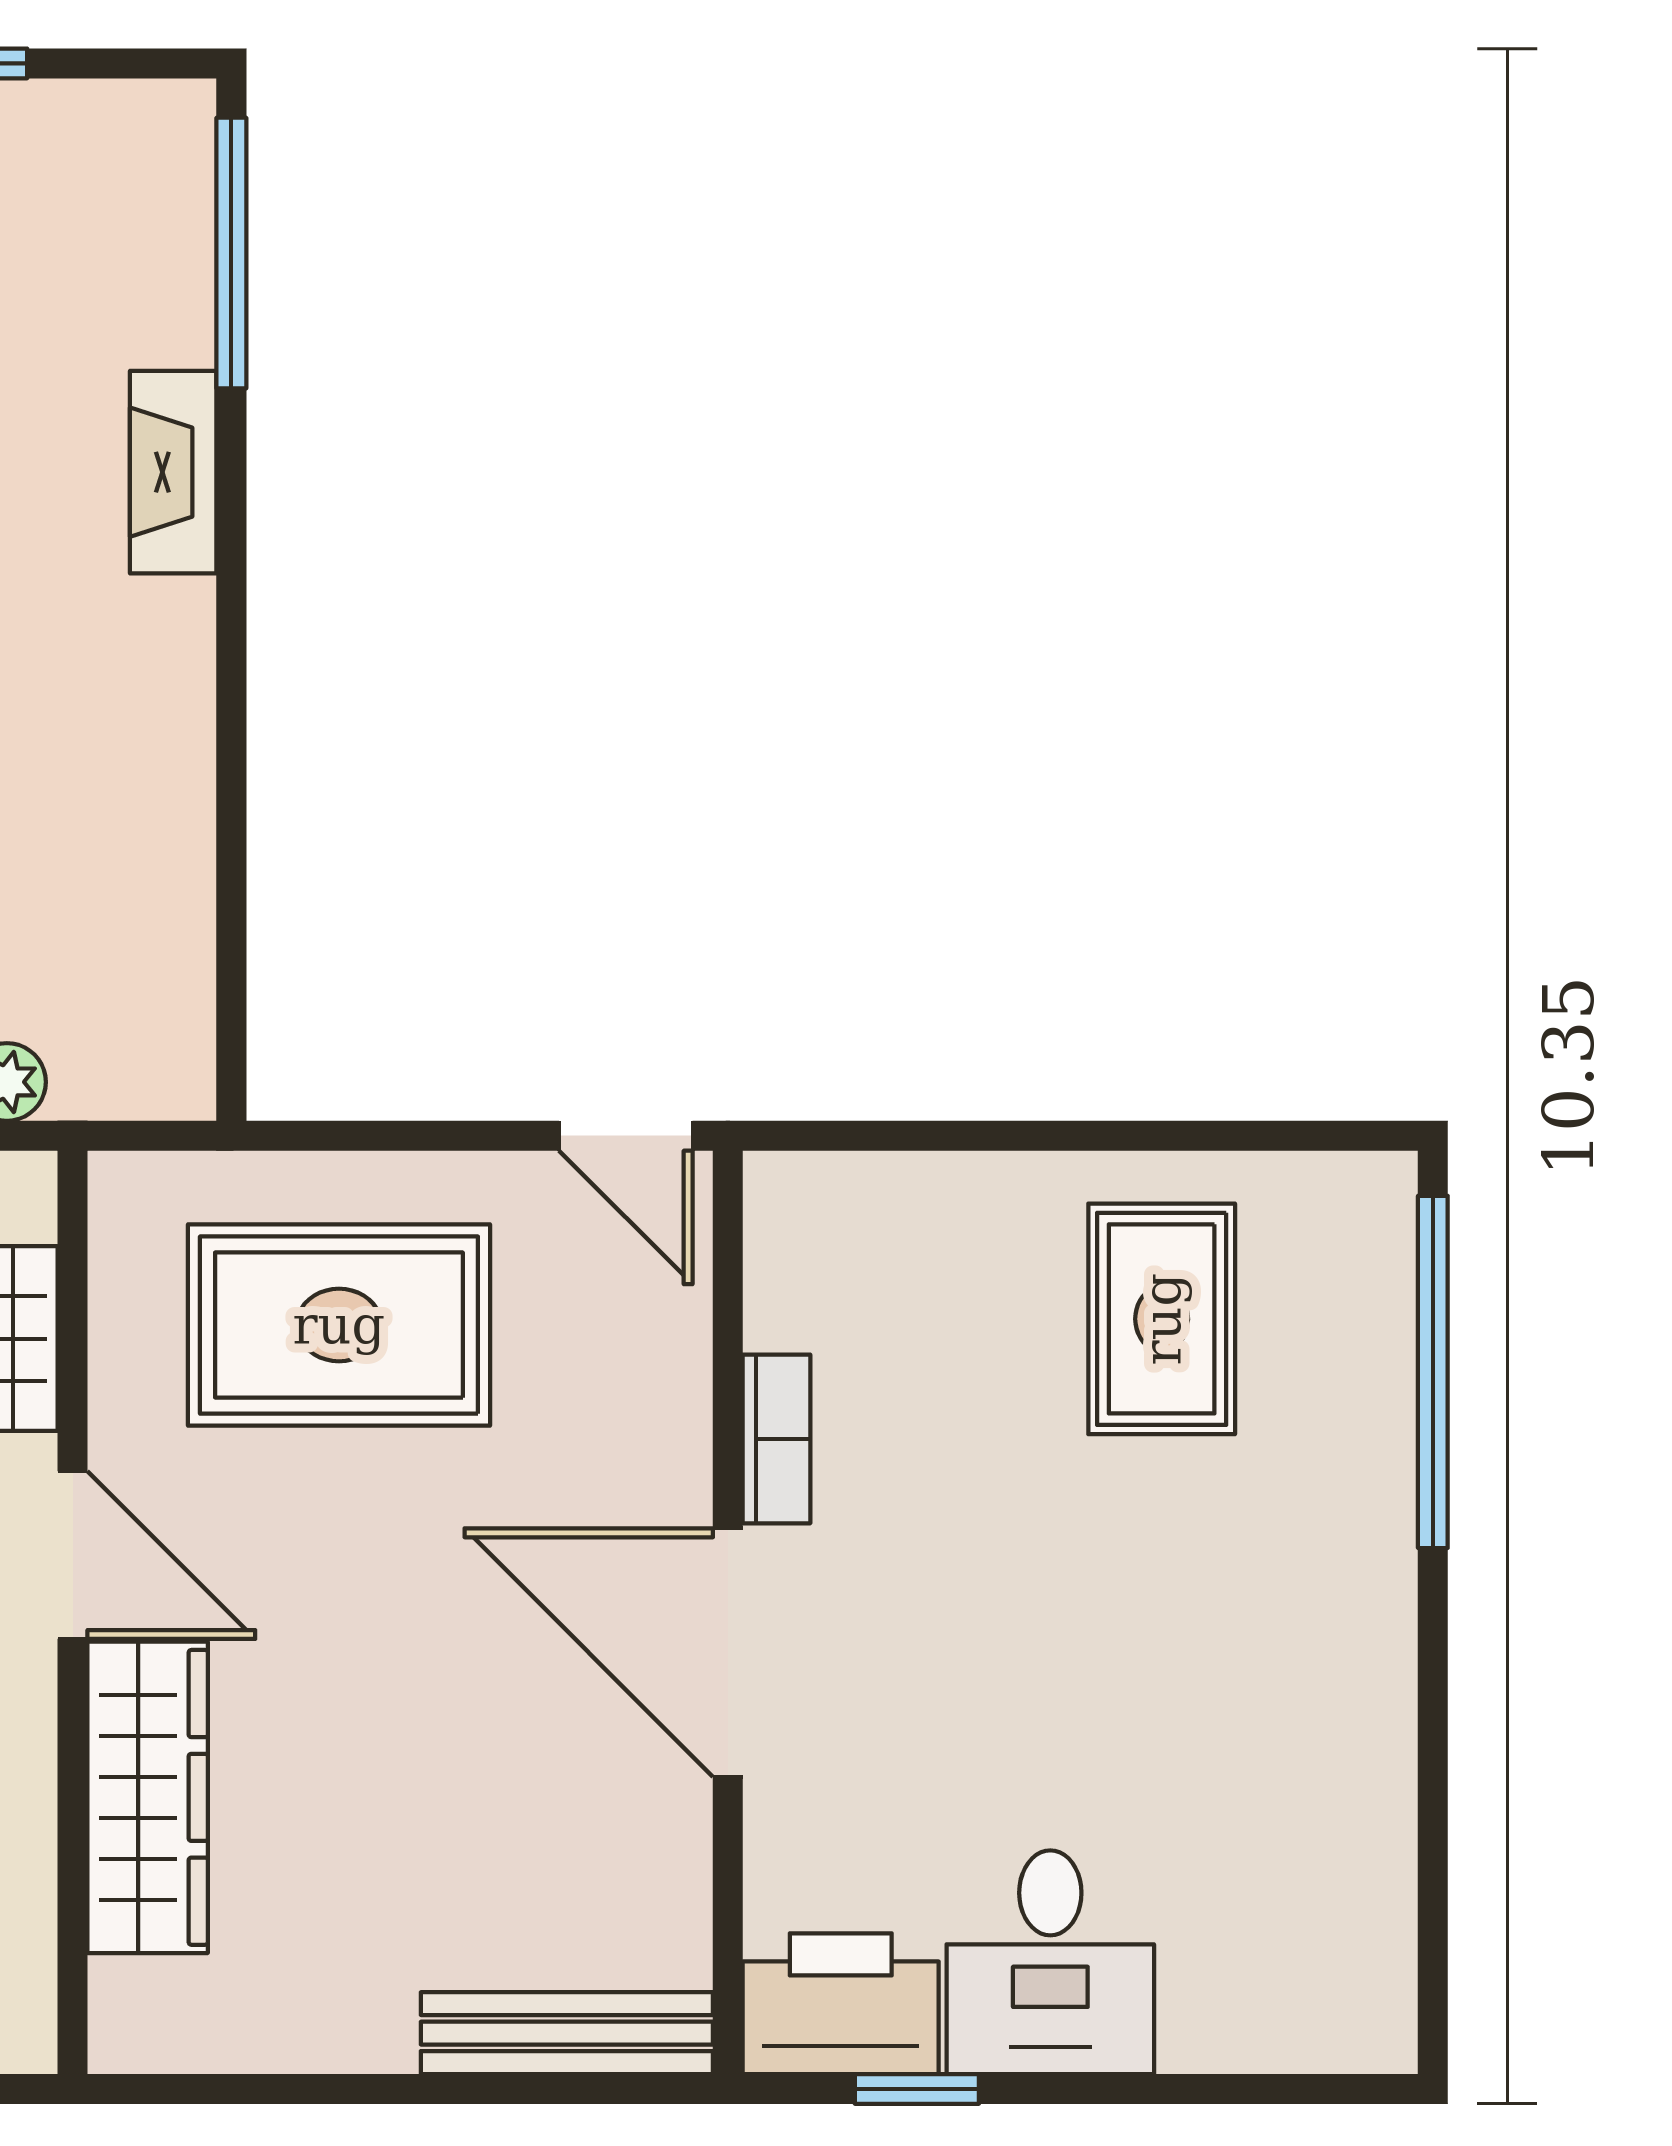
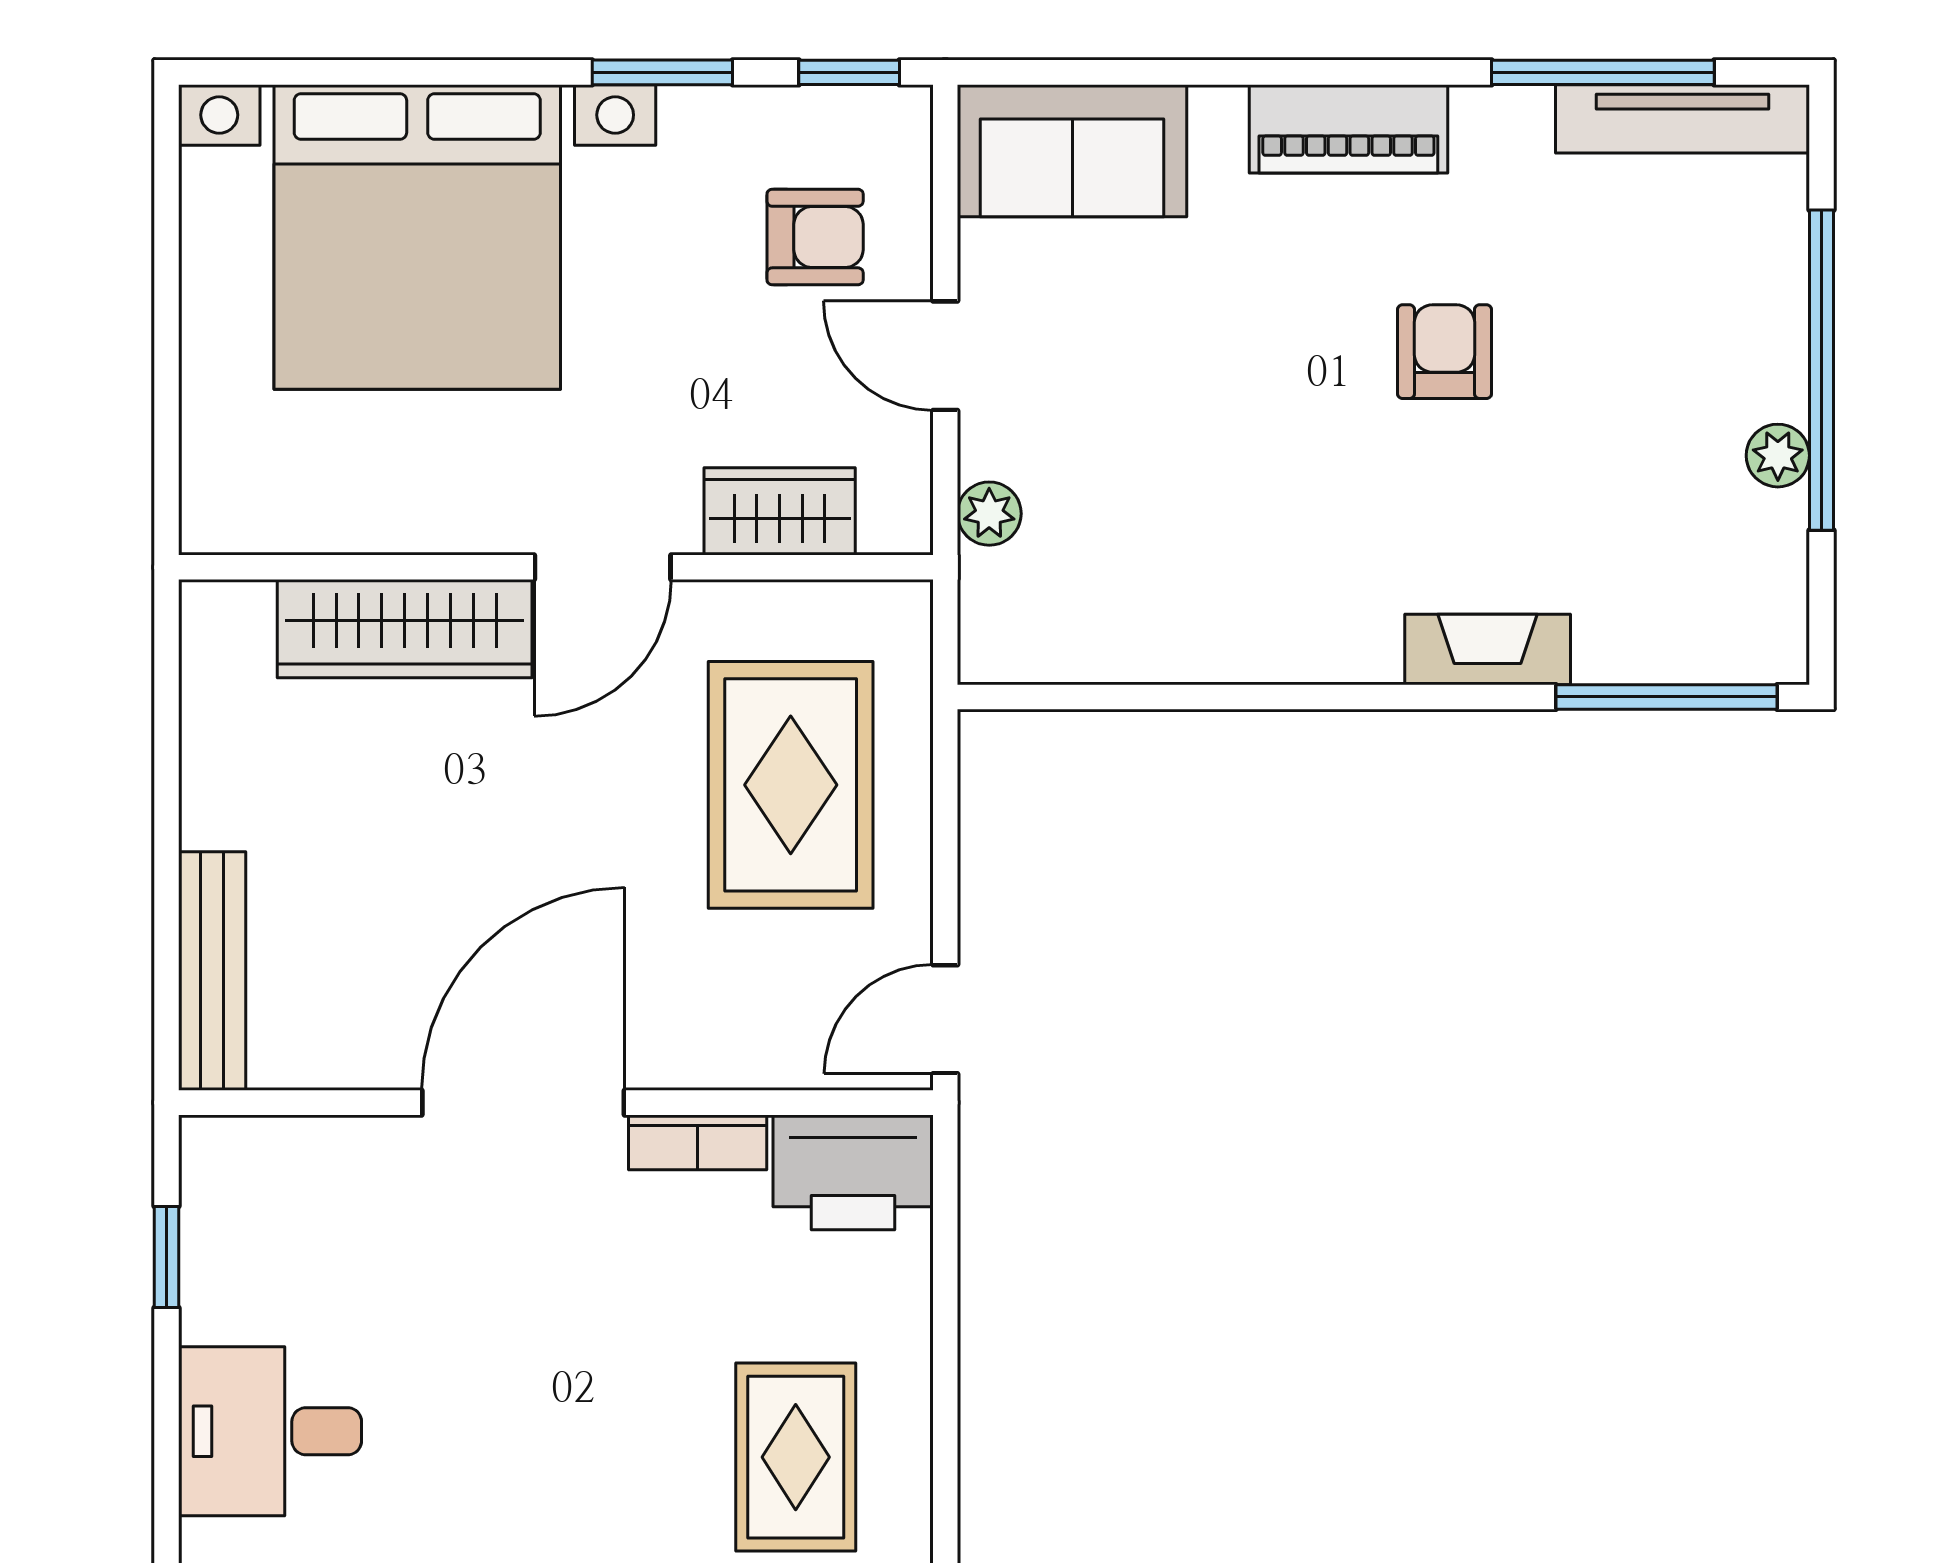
rug: (1162, 1319) -> (796, 1457), turned 90
desk: (1050, 1962) -> (270, 1431), moved
printer: (841, 2004) -> (853, 1172), moved, turned 90

